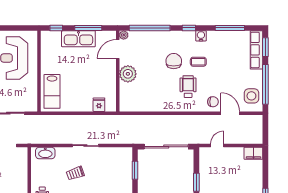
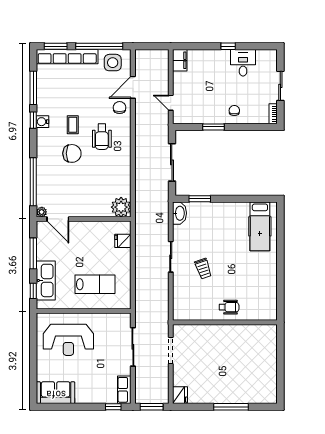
window: (189, 28) -> (33, 120), moved
kitchen sink: (78, 39) -> (46, 280), moved
row of seats: (256, 50) -> (67, 57), width x1.36
chair: (174, 61) -> (72, 153), turned 180
plant: (128, 74) -> (121, 207), moved
wheelchair: (188, 87) -> (102, 137), turned -90
lab bench: (52, 91) -> (95, 284), moved
sliding door: (166, 147) -> (172, 162), width x0.73
washbasin: (45, 153) -> (179, 213), moved

